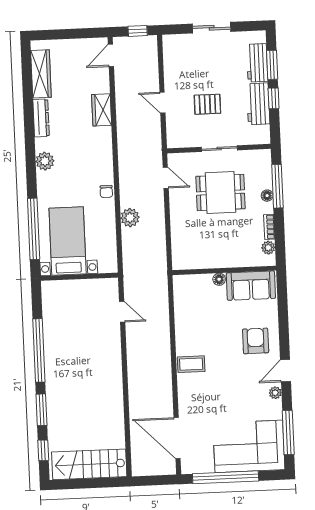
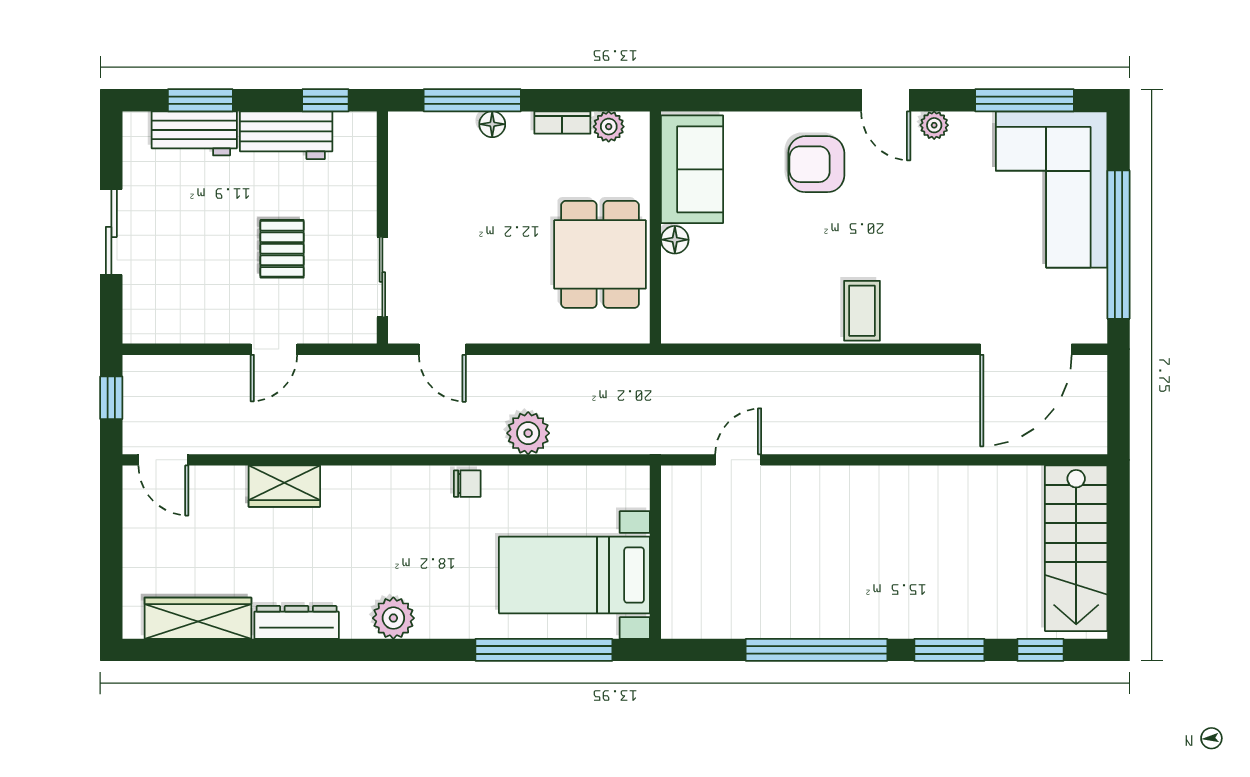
window: (274, 98) -> (325, 100), moved
sliding door: (219, 149) -> (382, 277), moved
door: (166, 178) -> (442, 349), swing flipped
dining table: (221, 193) -> (600, 254), moved

